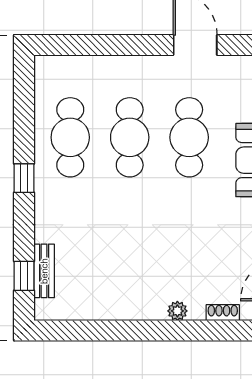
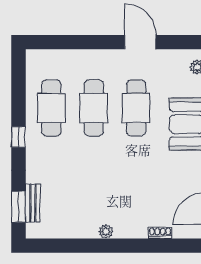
window: (24, 276) -> (19, 207), width x1.50
plant: (177, 311) -> (106, 232), moved

